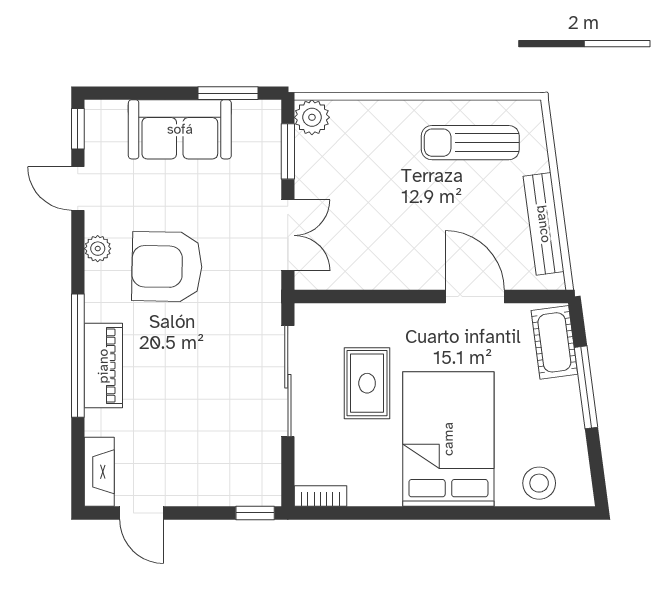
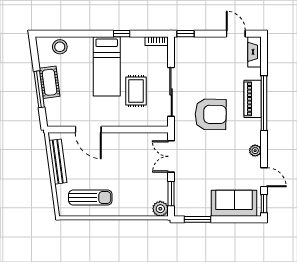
sofa: (180, 129) -> (234, 203), moved
armchair: (167, 267) -> (211, 114), moved
cot: (554, 342) -> (50, 82), moved
bed: (448, 439) -> (107, 66), width x0.67
window: (400, 513) -> (122, 34), added

